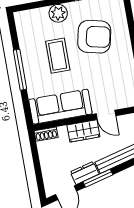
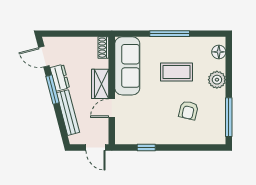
floor lamp: (30, 16) -> (219, 52), added
armchair: (94, 37) -> (188, 110), width x0.53, depth x0.53

